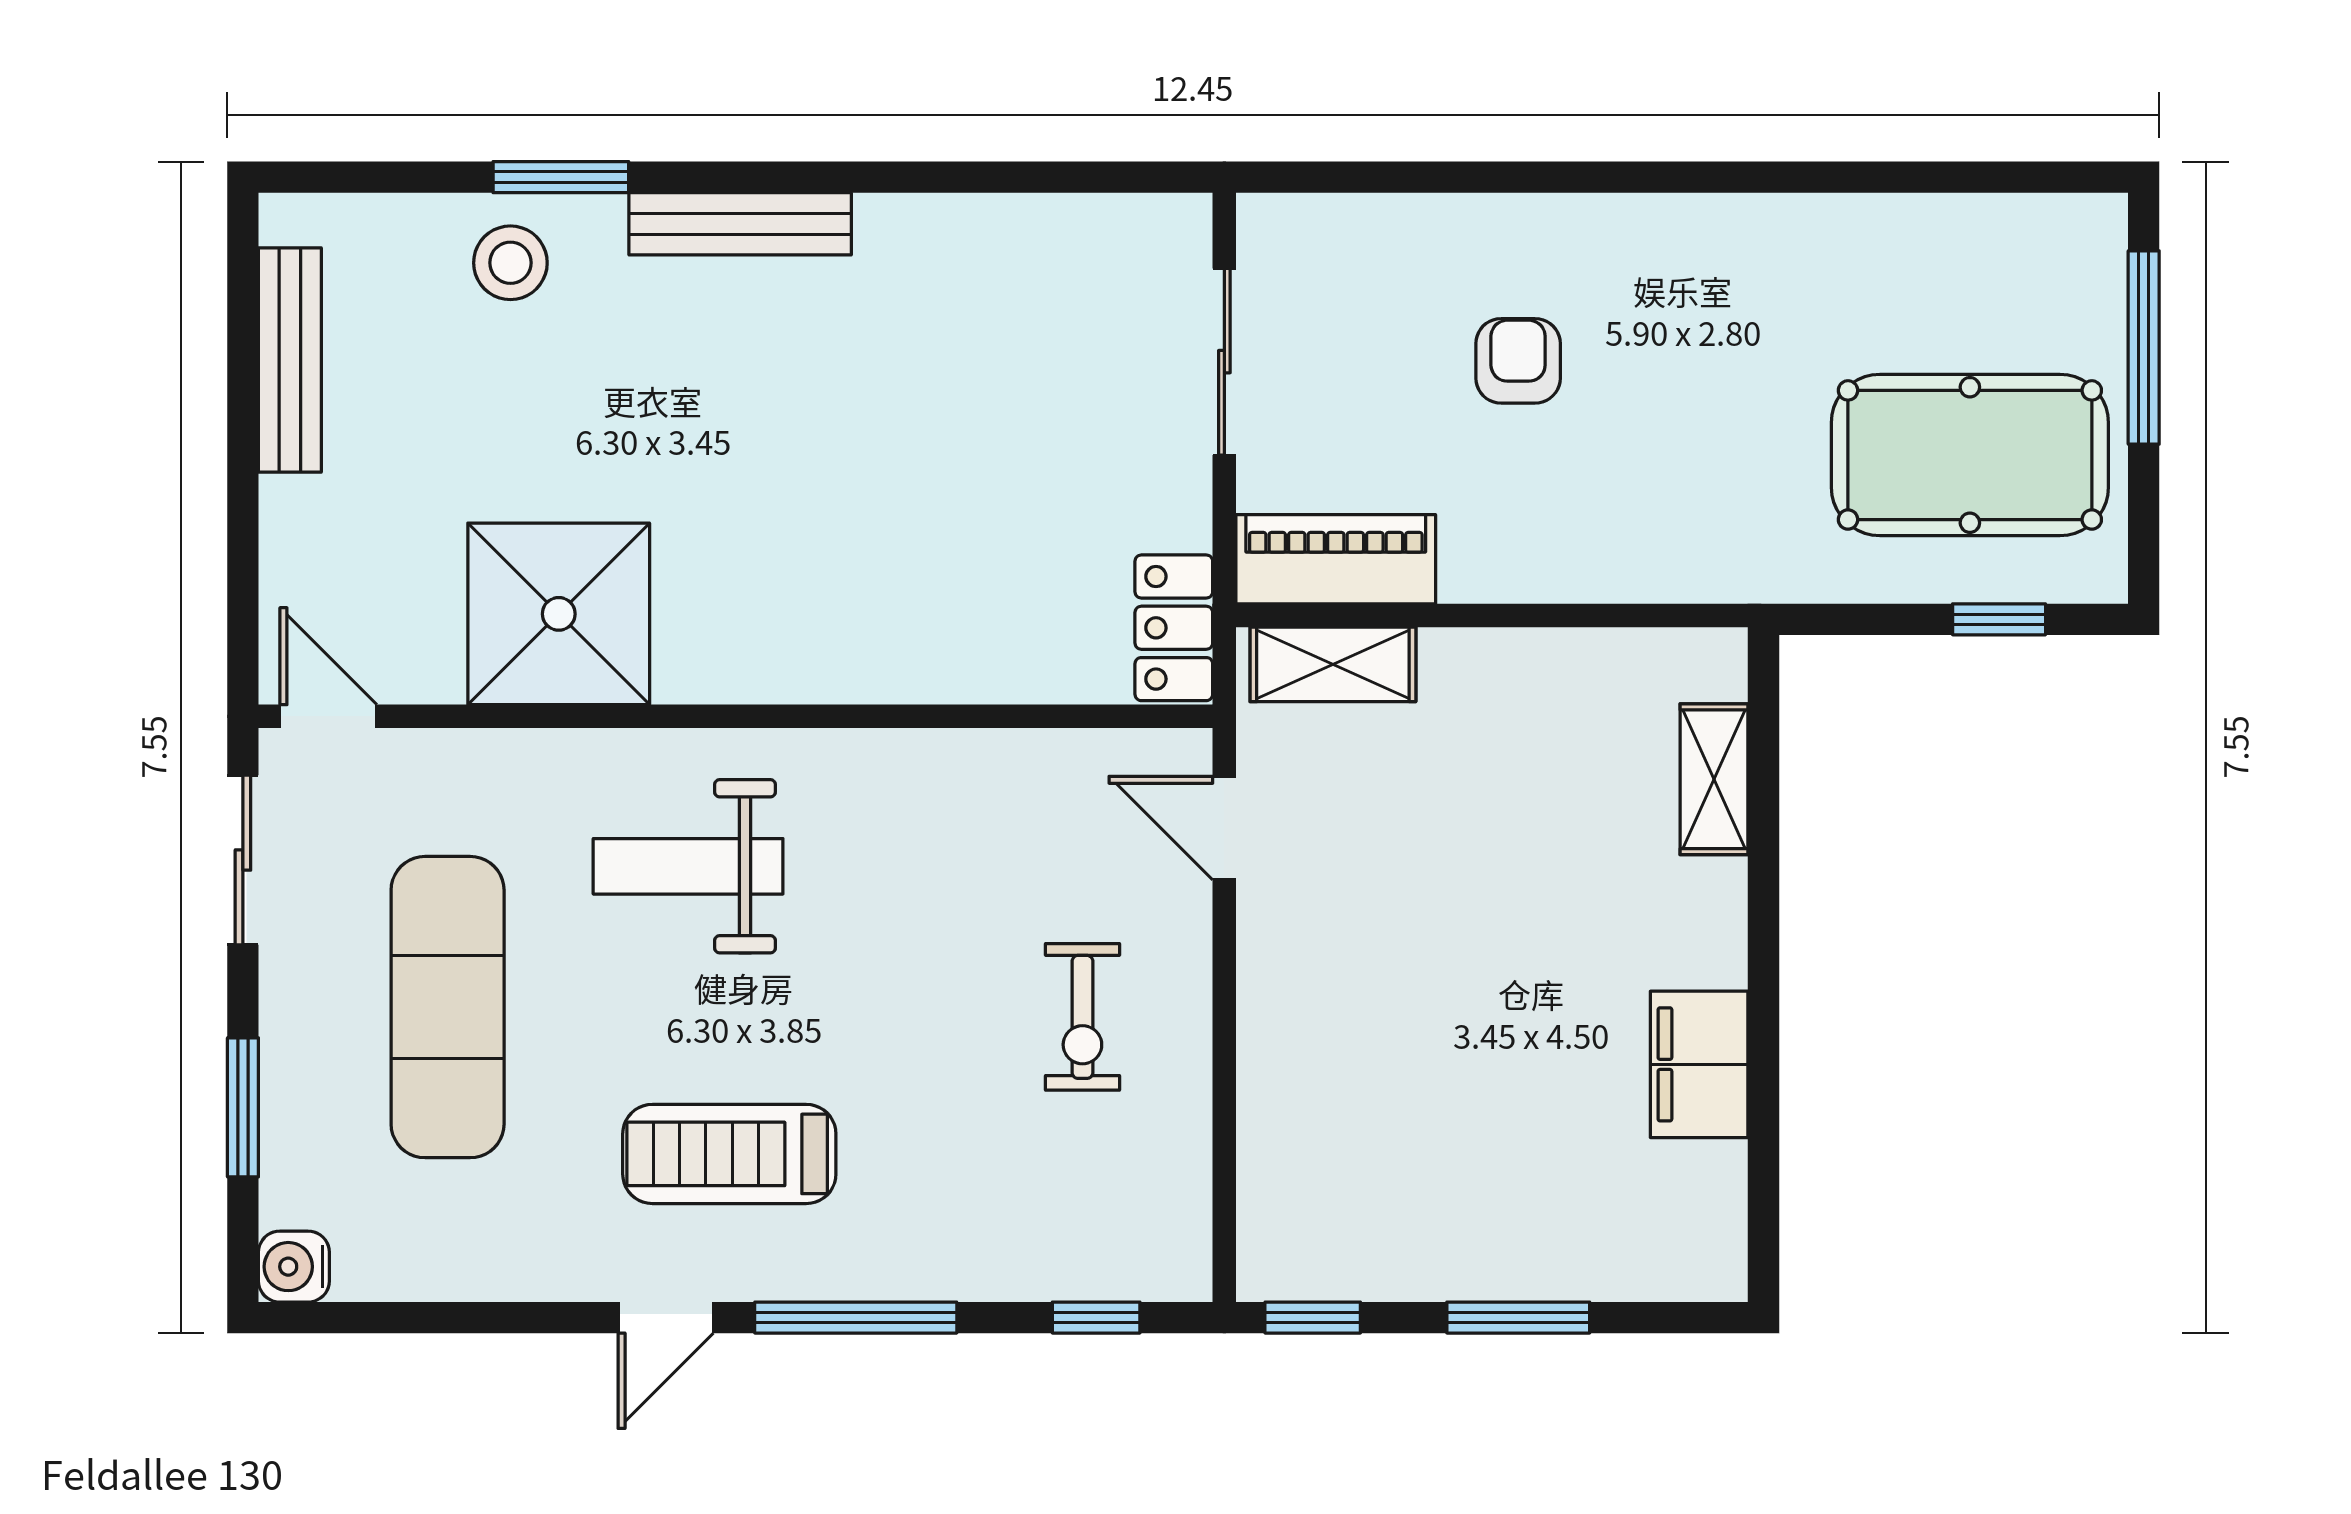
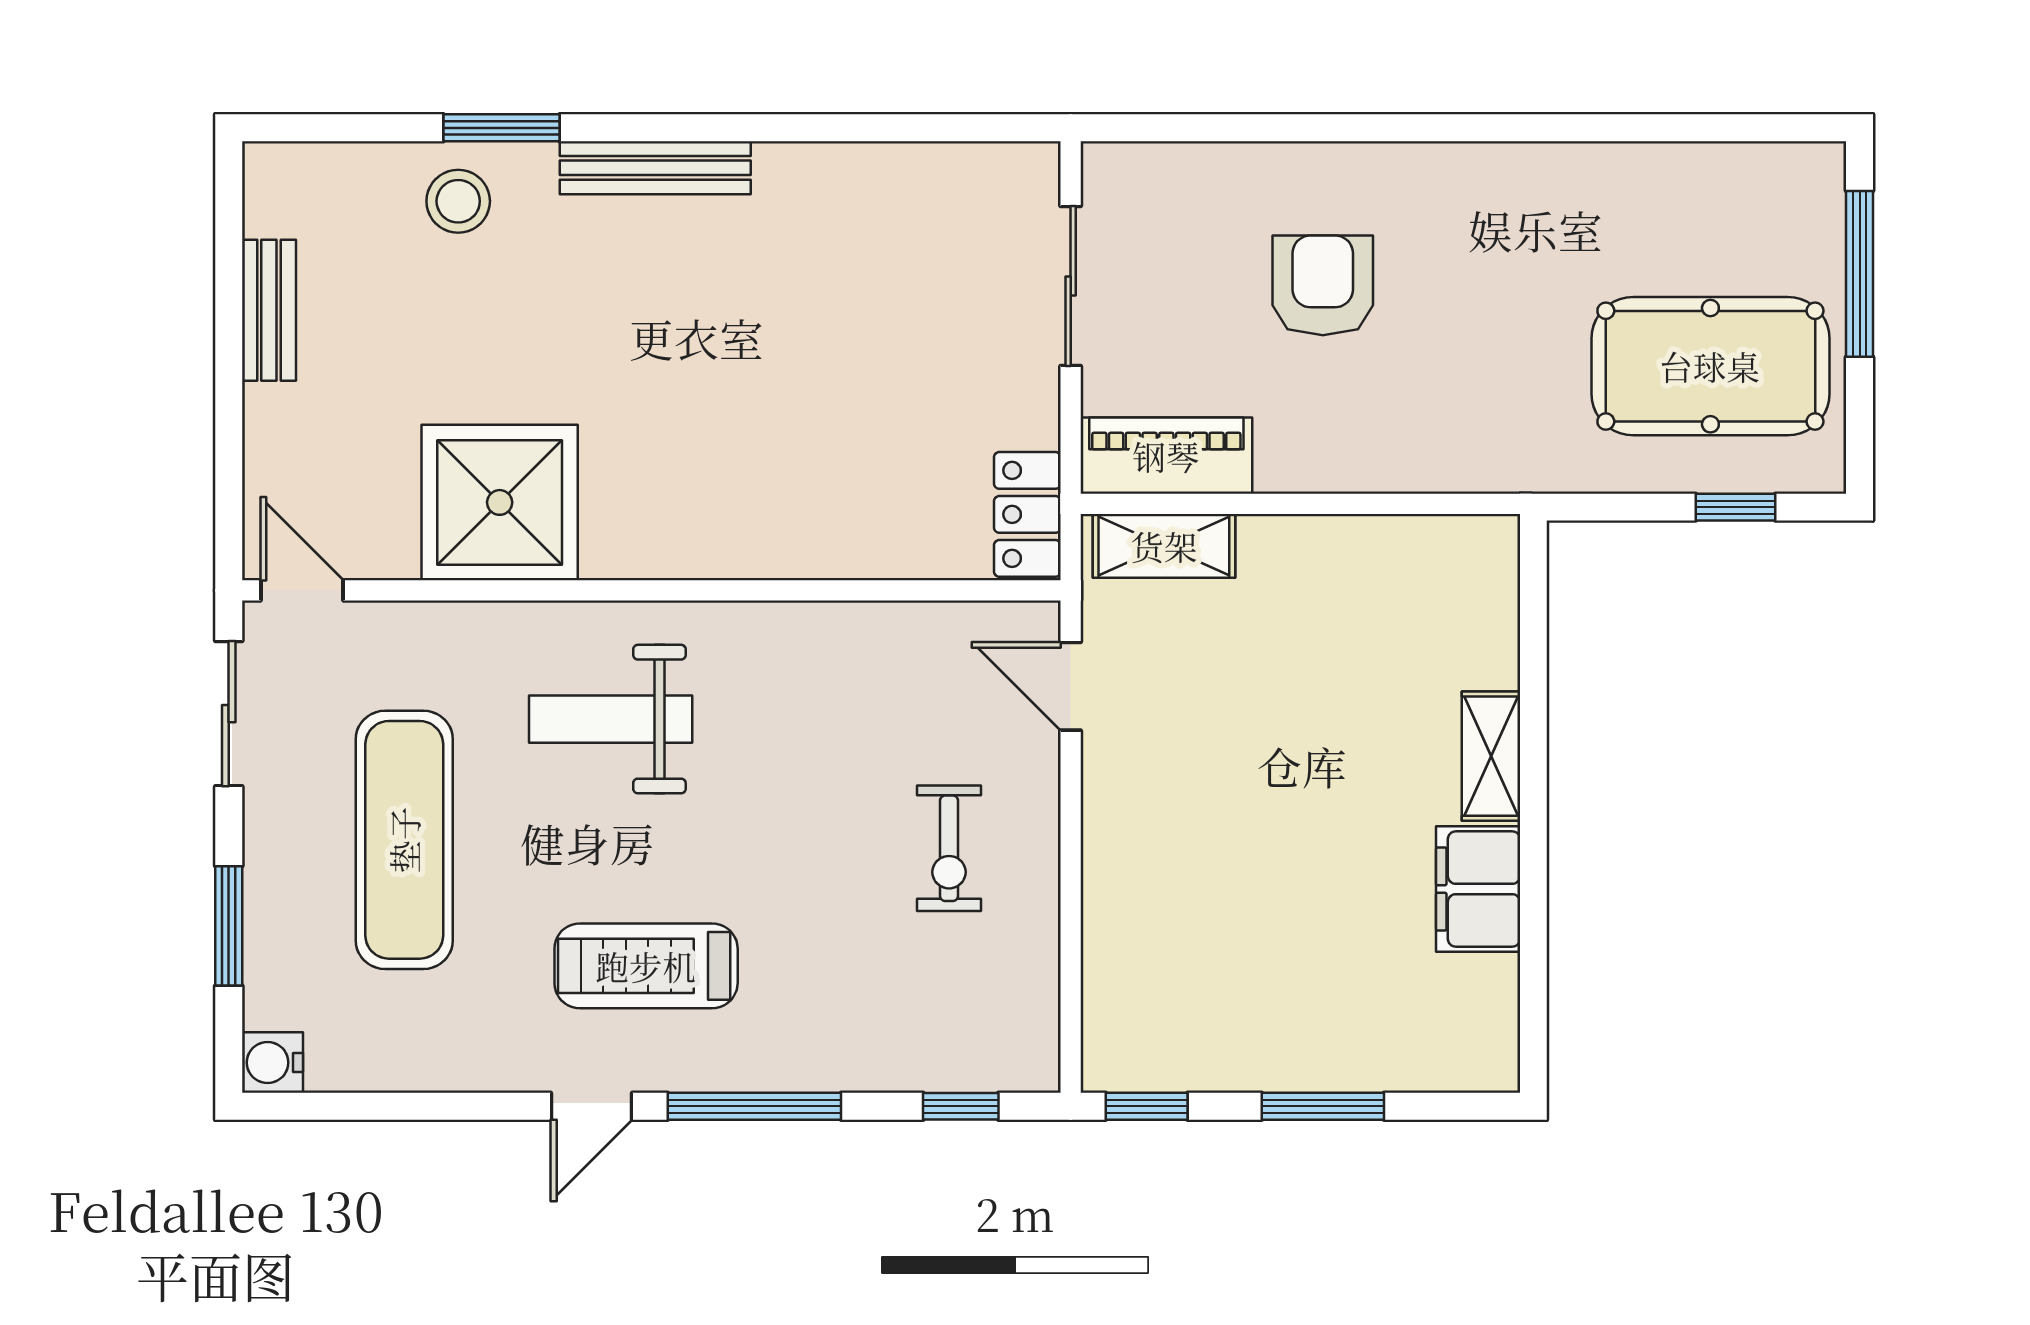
bench: (290, 360) -> (269, 310), width x0.73
armchair: (1518, 361) -> (1323, 285), width x1.38, depth x1.38
shelving: (1714, 779) -> (1491, 756), moved

